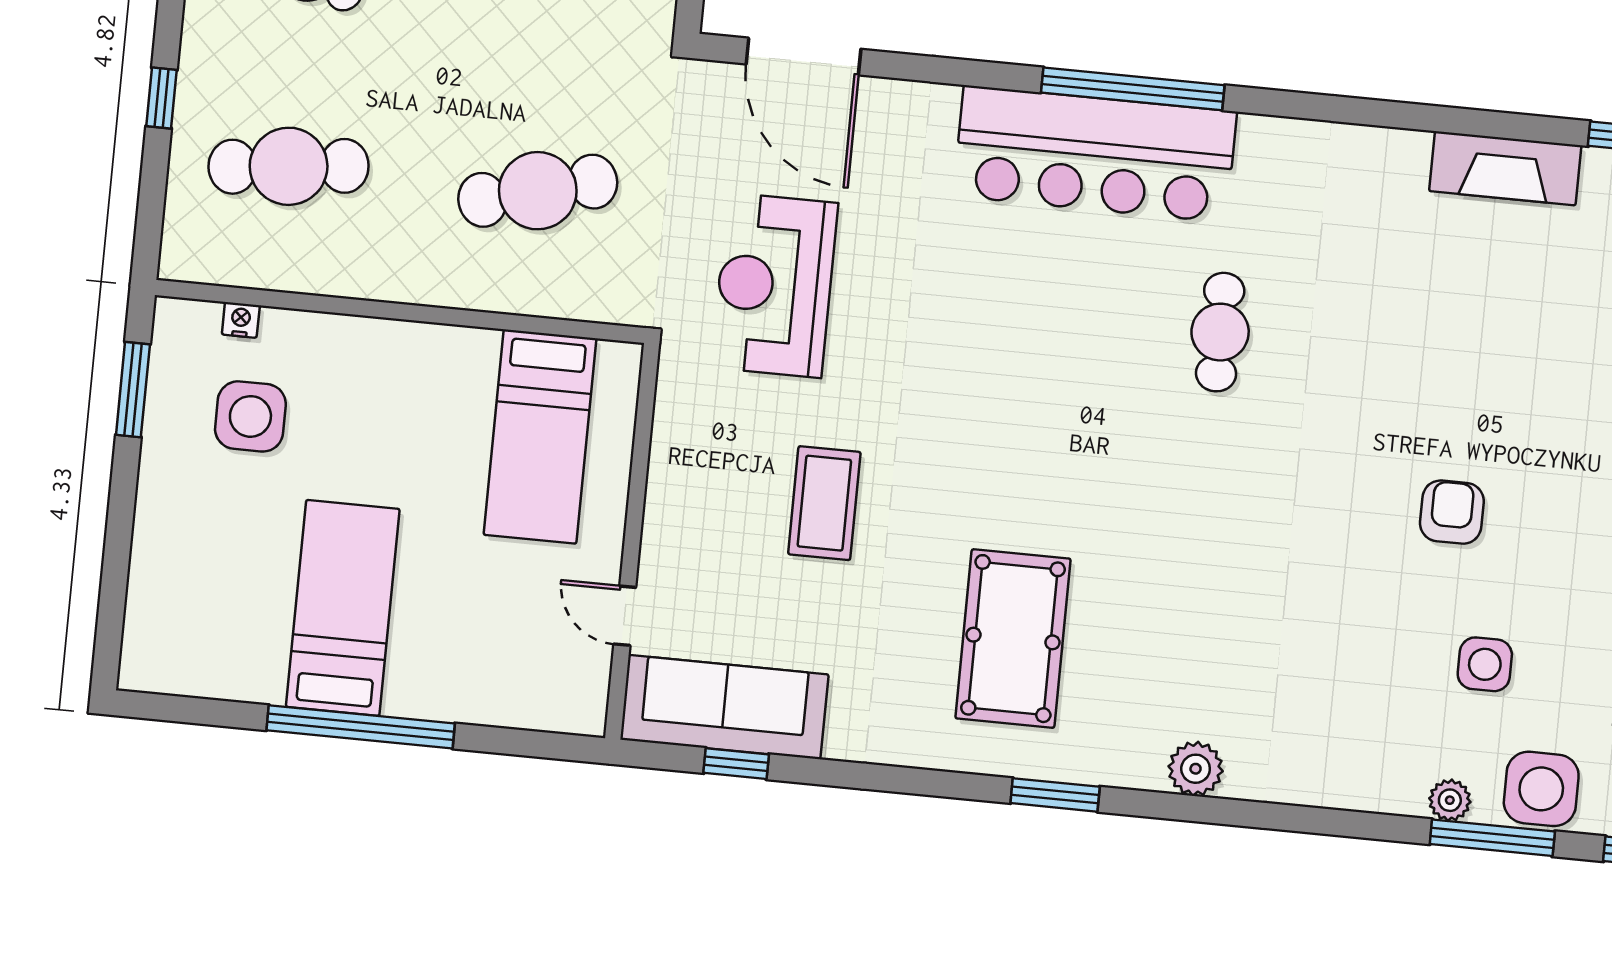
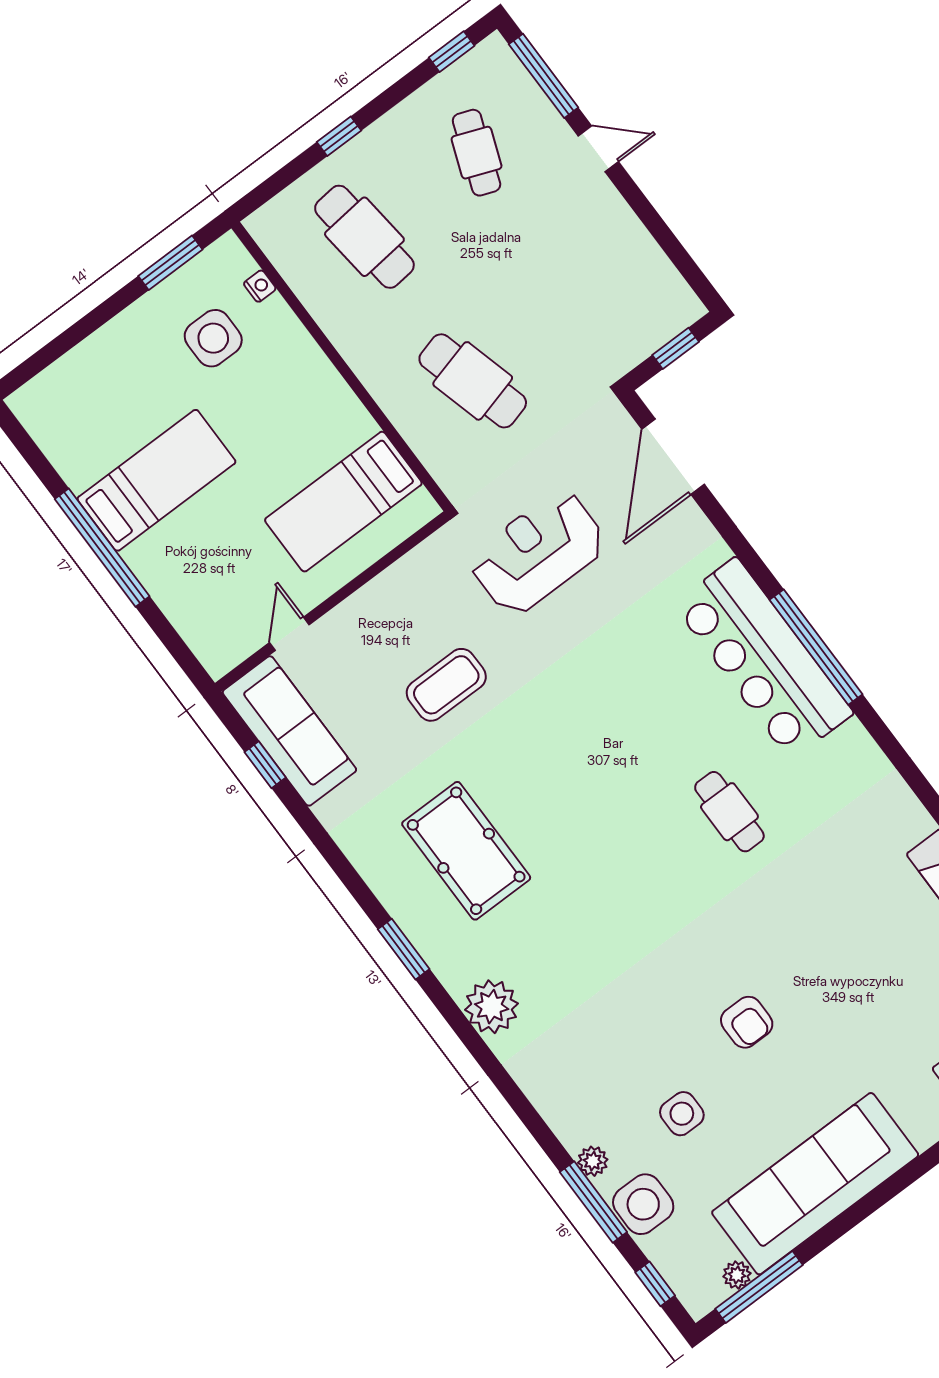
cafe table: (1220, 332) -> (729, 812), turned 90
armchair: (1452, 512) -> (747, 1022), turned 90
pool table: (1013, 639) -> (466, 851), turned 90
plant: (1196, 769) -> (492, 1007), width x1.36, depth x1.36

